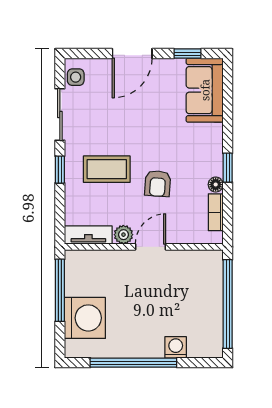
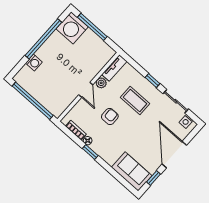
door: (132, 54) -> (174, 155), width x1.36
coffee table: (107, 169) -> (135, 100), turned 90
armchair: (158, 184) -> (110, 117), turned 86
window: (60, 290) -> (92, 27), moved
washing machine: (85, 318) -> (72, 28), moved

